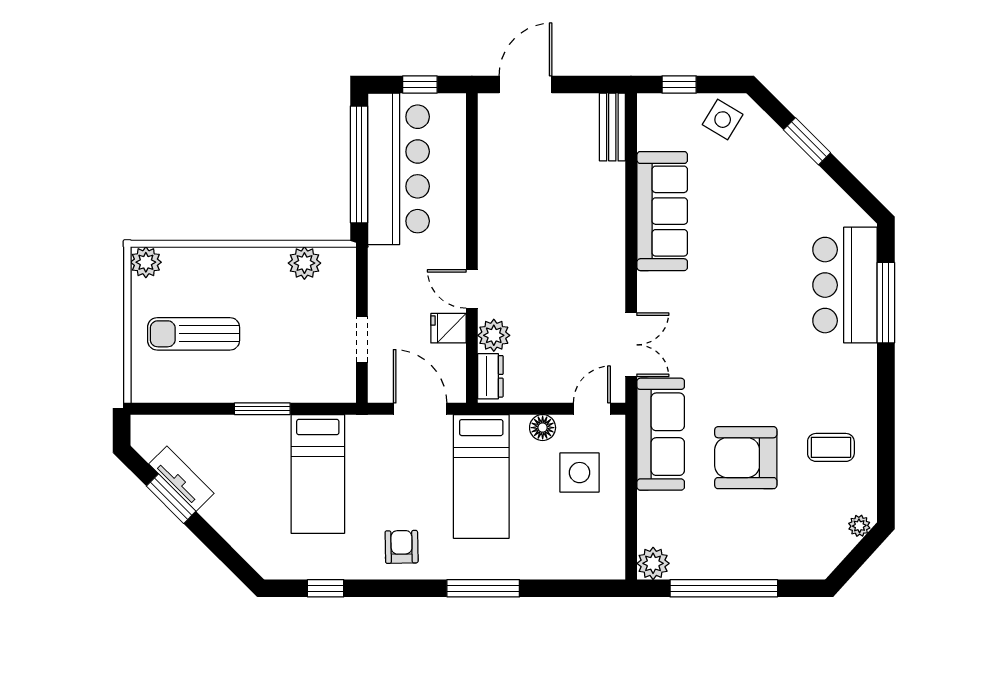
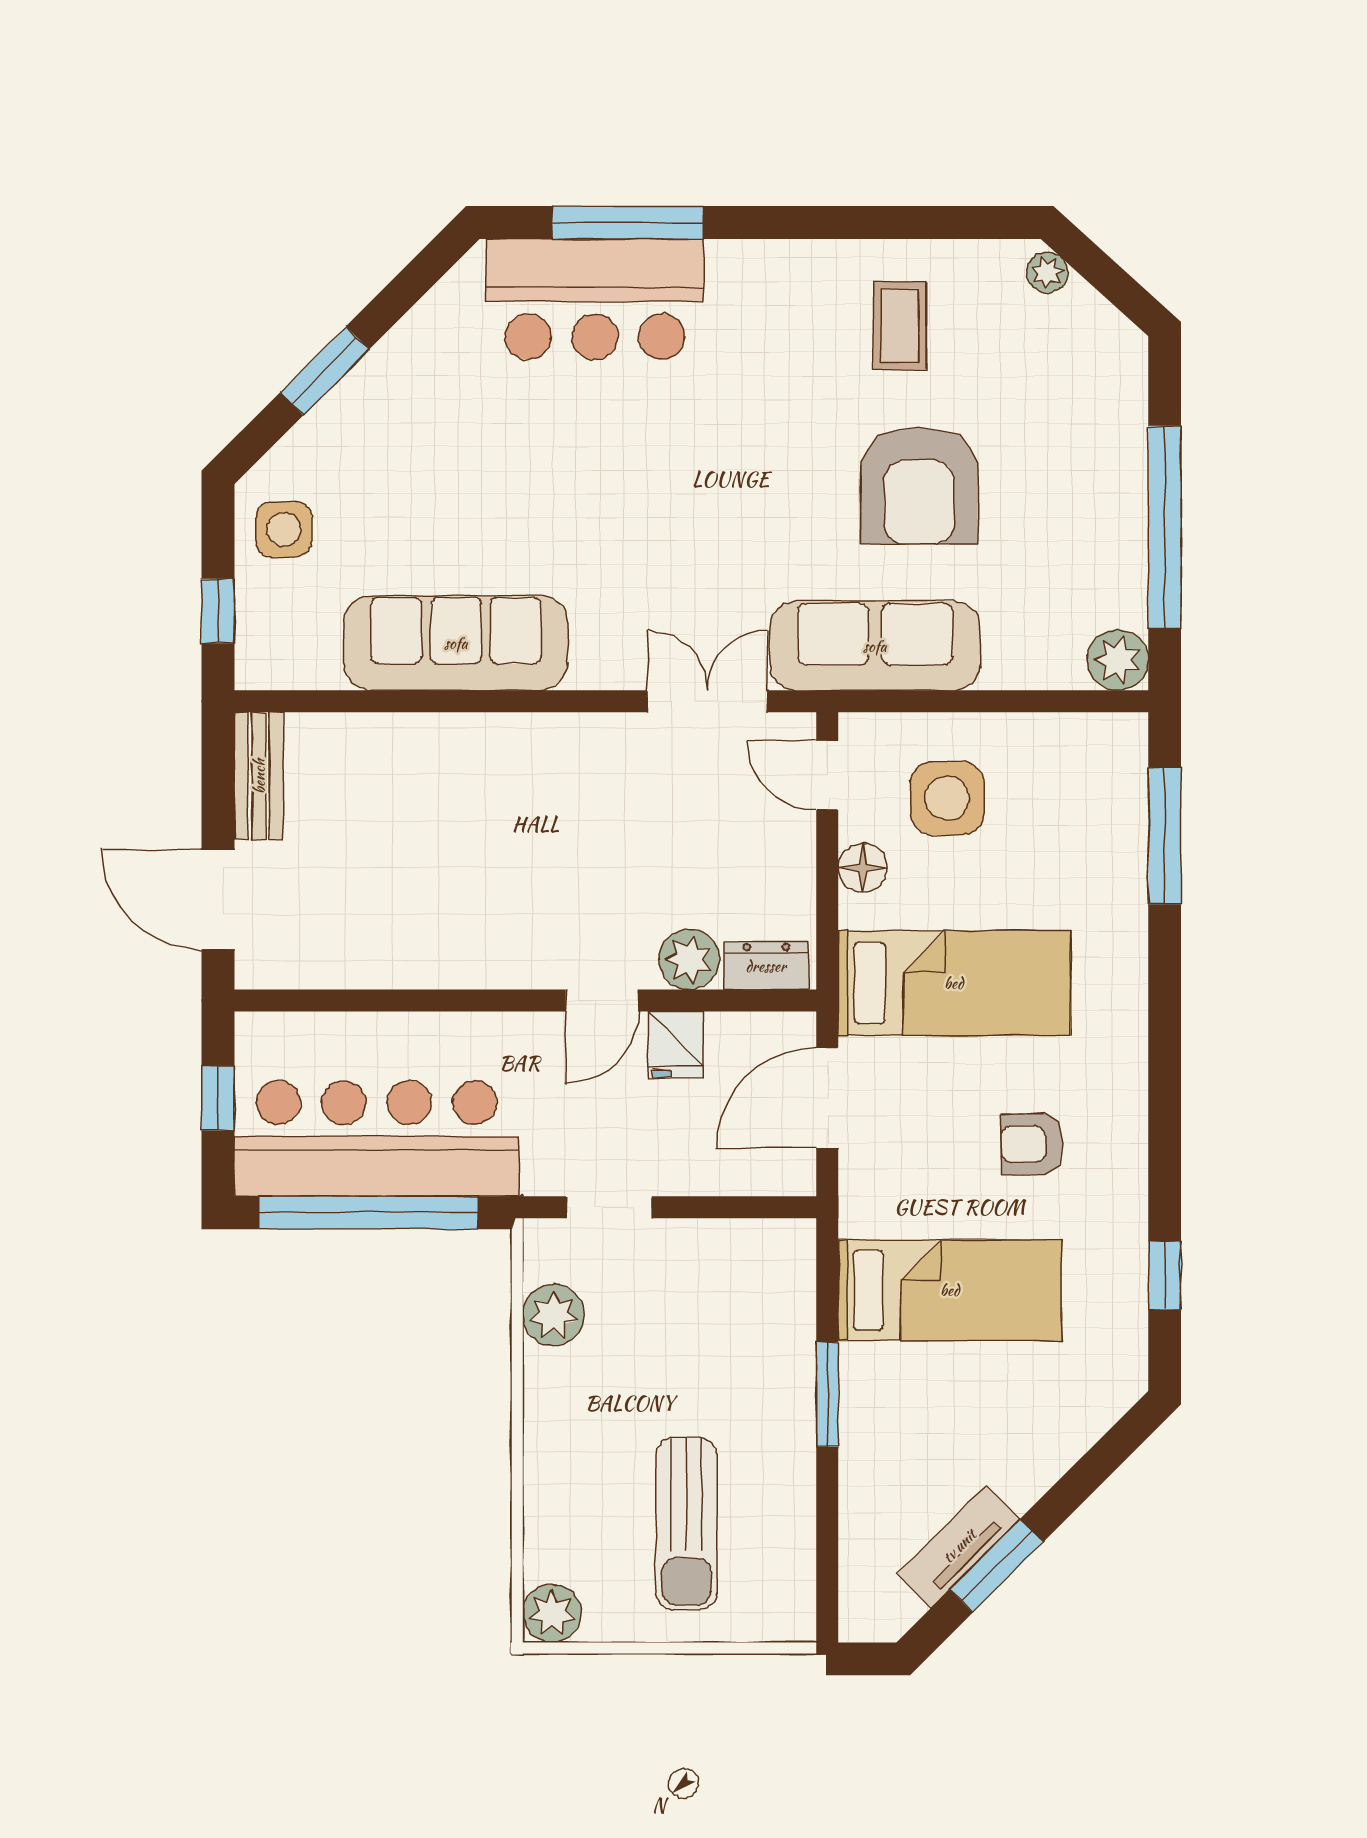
side table: (723, 120) -> (284, 529), turned -31
bench: (612, 127) -> (259, 776), moved, turned 90
doorway: (362, 340) -> (609, 1207), moved
armchair: (402, 547) -> (1032, 1144), moved
window: (483, 588) -> (1165, 836), moved

